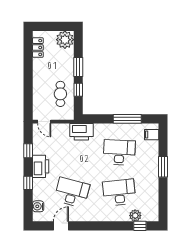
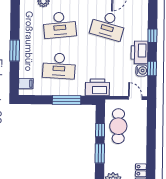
cafe table: (60, 94) -> (118, 126), width x1.37, depth x1.35
window: (127, 119) -> (67, 100), moved
water cooler: (38, 206) -> (142, 71), moved

